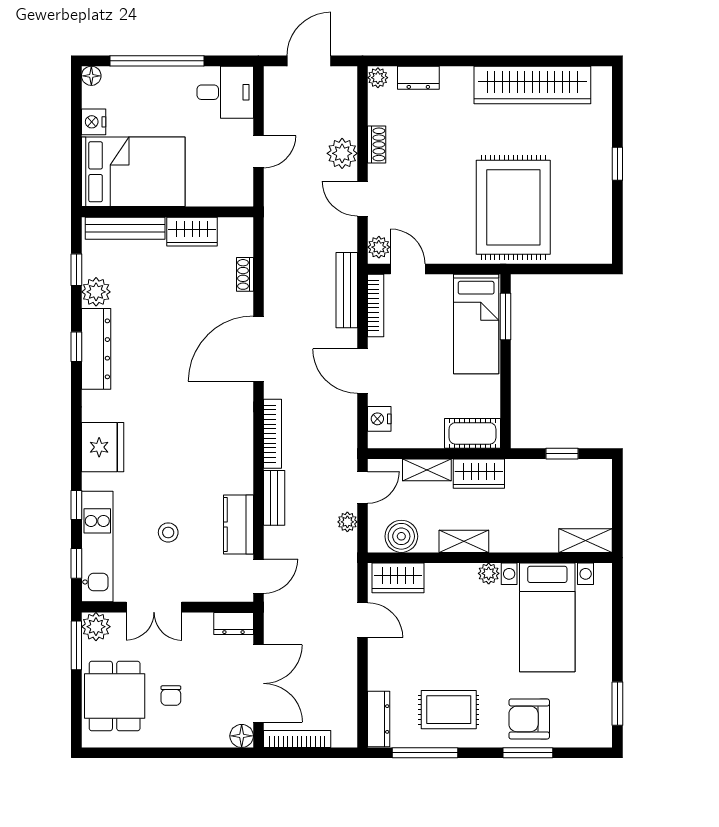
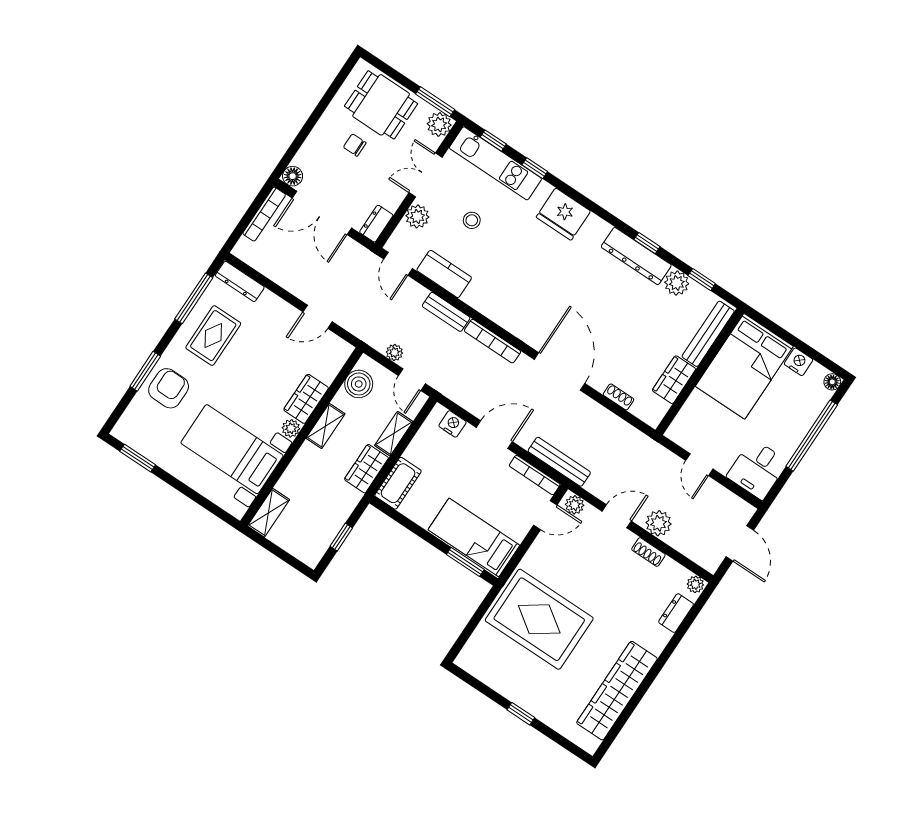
wardrobe: (398, 578) -> (306, 399), moved
plant: (200, 588) -> (417, 216), added

